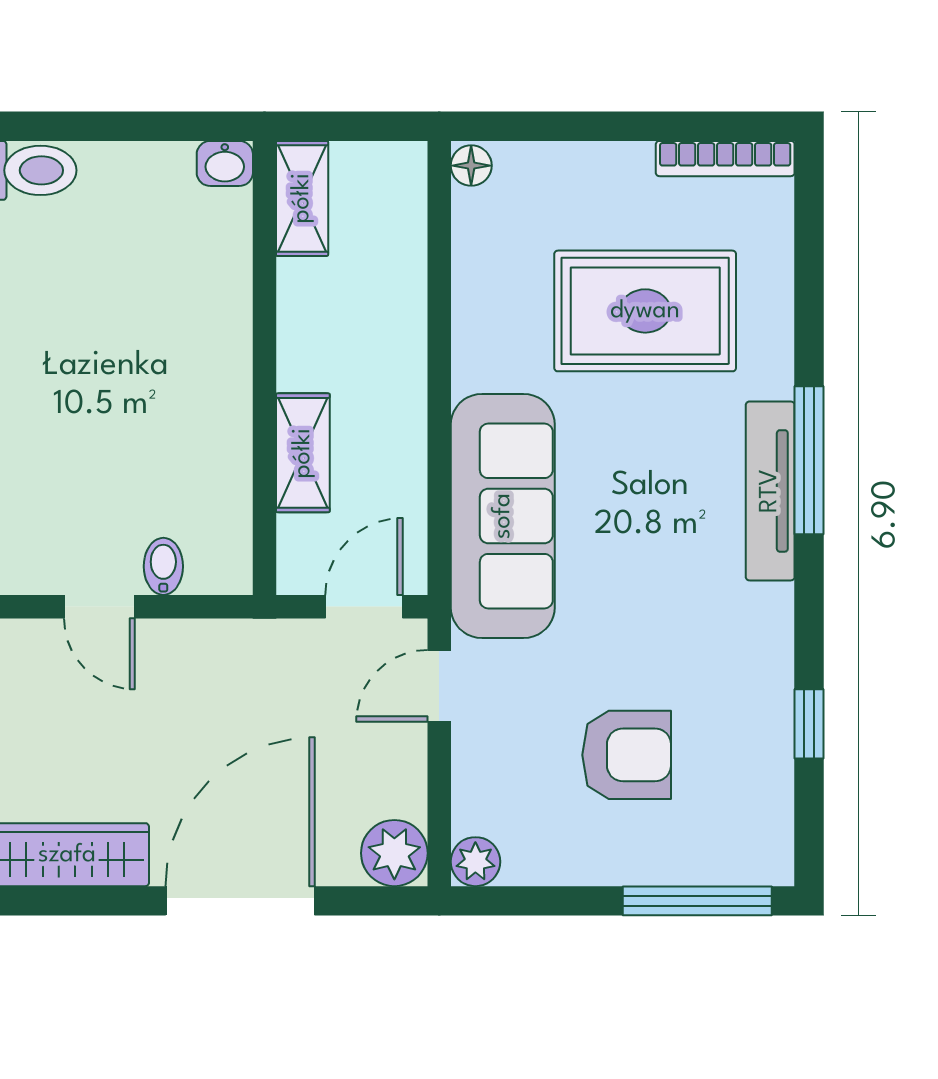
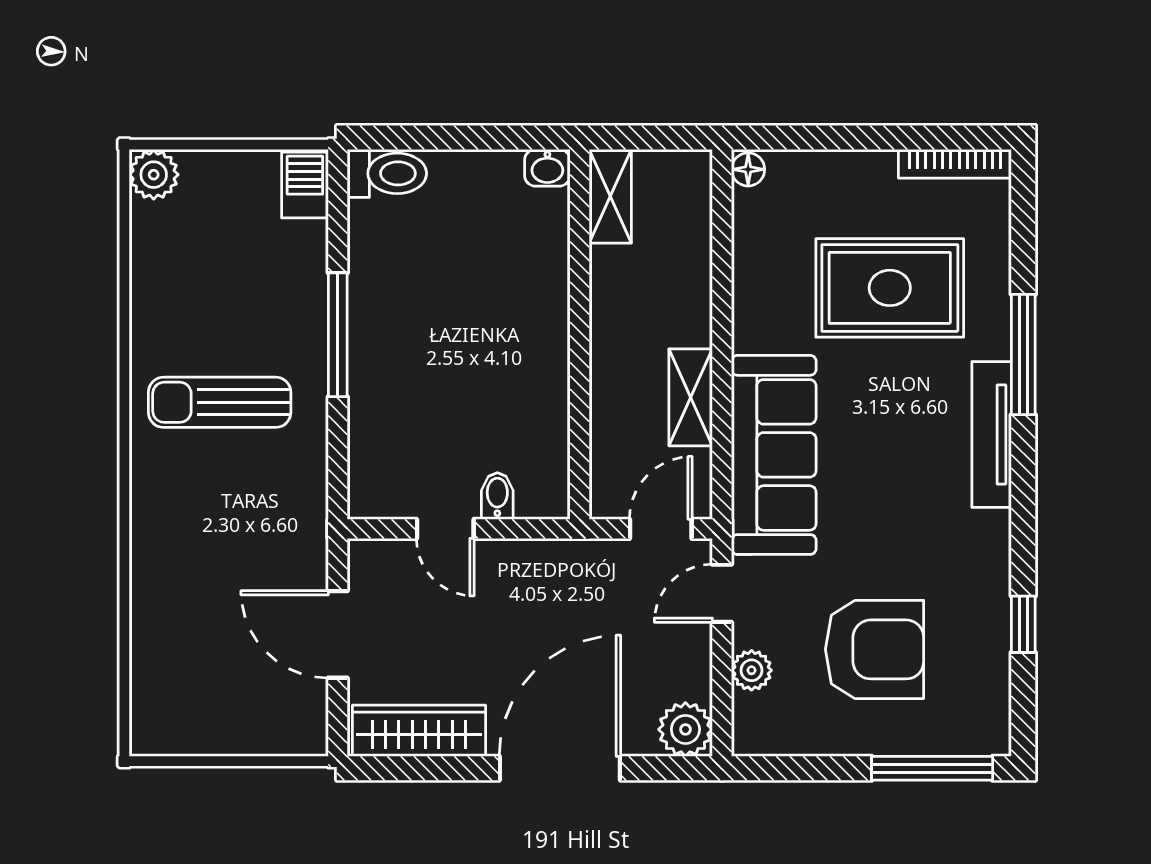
shelving: (303, 453) -> (691, 397), moved
window: (809, 460) -> (1023, 354), moved
armchair: (627, 755) -> (875, 649), width x1.36, depth x1.36
plant: (475, 862) -> (752, 670), moved

